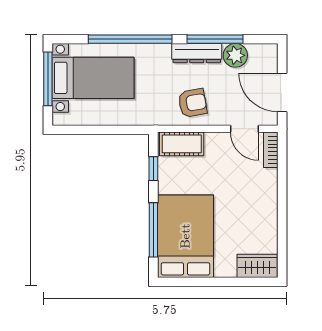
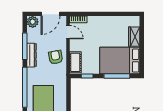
plant: (235, 55) -> (33, 22), moved
door: (244, 129) -> (68, 32), hinge flipped
wardrobe: (257, 266) -> (134, 37), moved

